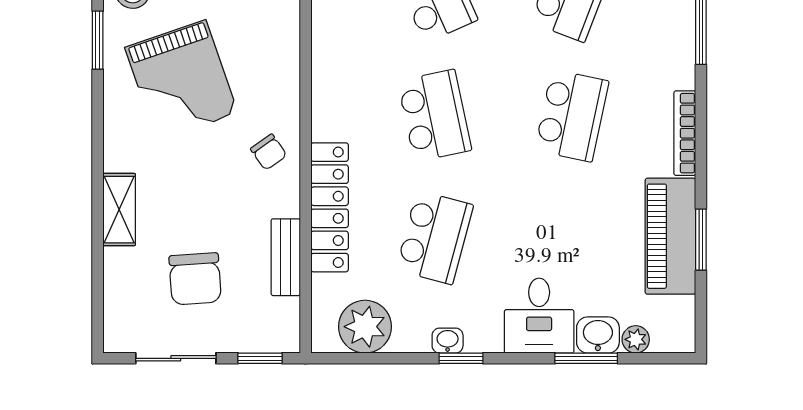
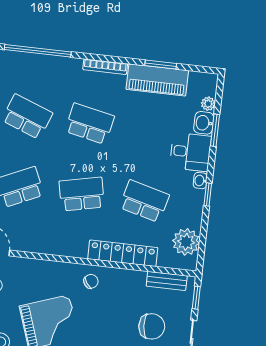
bench: (286, 257) -> (167, 281), moved
washbasin: (448, 341) -> (200, 181), moved

